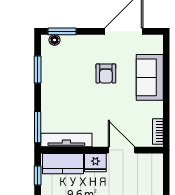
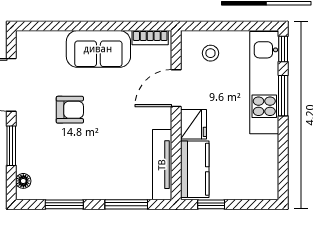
window: (62, 31) -> (11, 146), moved
sofa: (150, 77) -> (98, 49), moved
window: (38, 127) -> (126, 204), moved
stool: (147, 175) -> (210, 53), added

